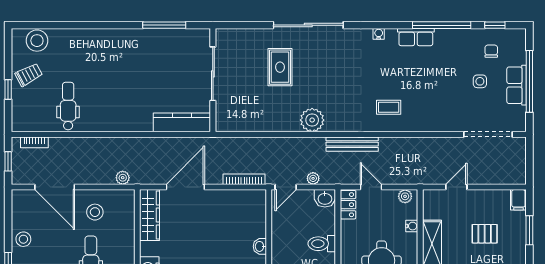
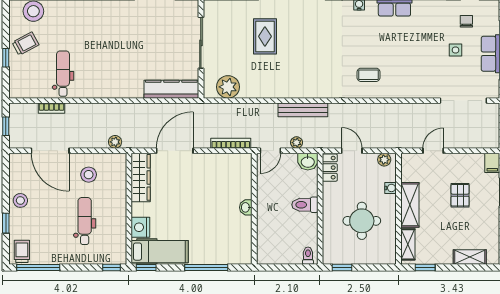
plant: (312, 120) -> (228, 87), moved
bookcase: (34, 142) -> (51, 108), moved
bench: (352, 144) -> (303, 110), moved
pallet: (485, 234) -> (460, 195), turned 90

